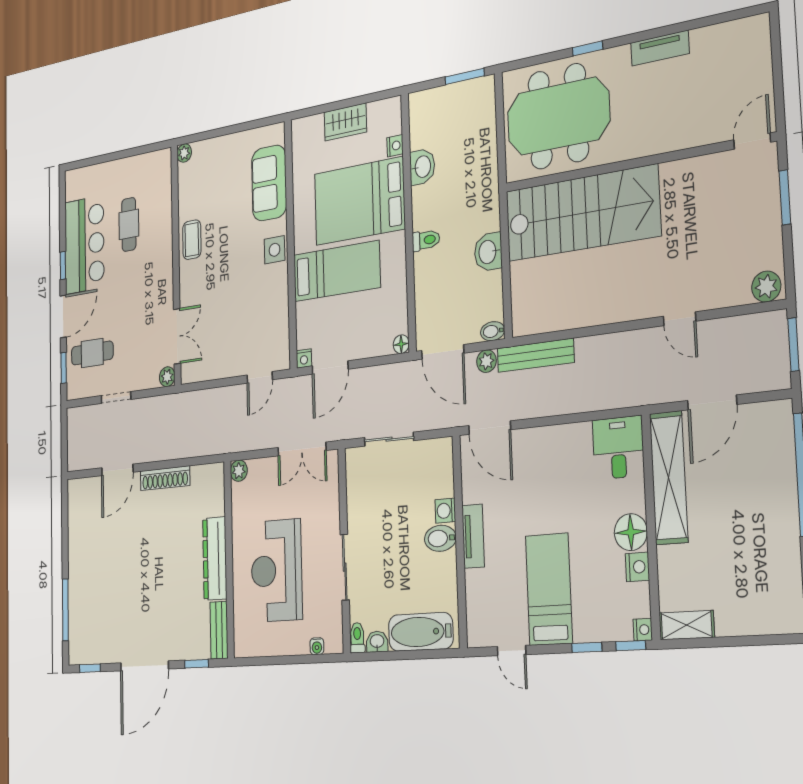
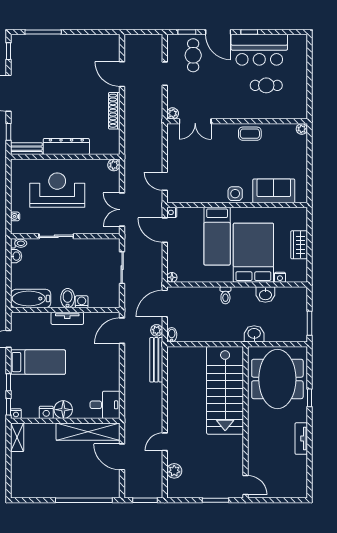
washbasin: (488, 252) -> (254, 334), moved
plant: (766, 287) -> (174, 471), moved
bathtub: (421, 632) -> (31, 299), moved, turned -90

